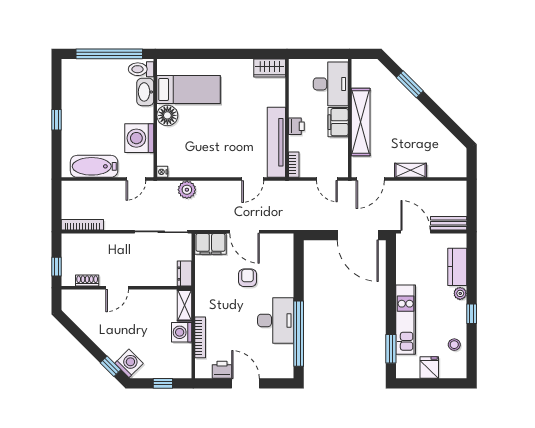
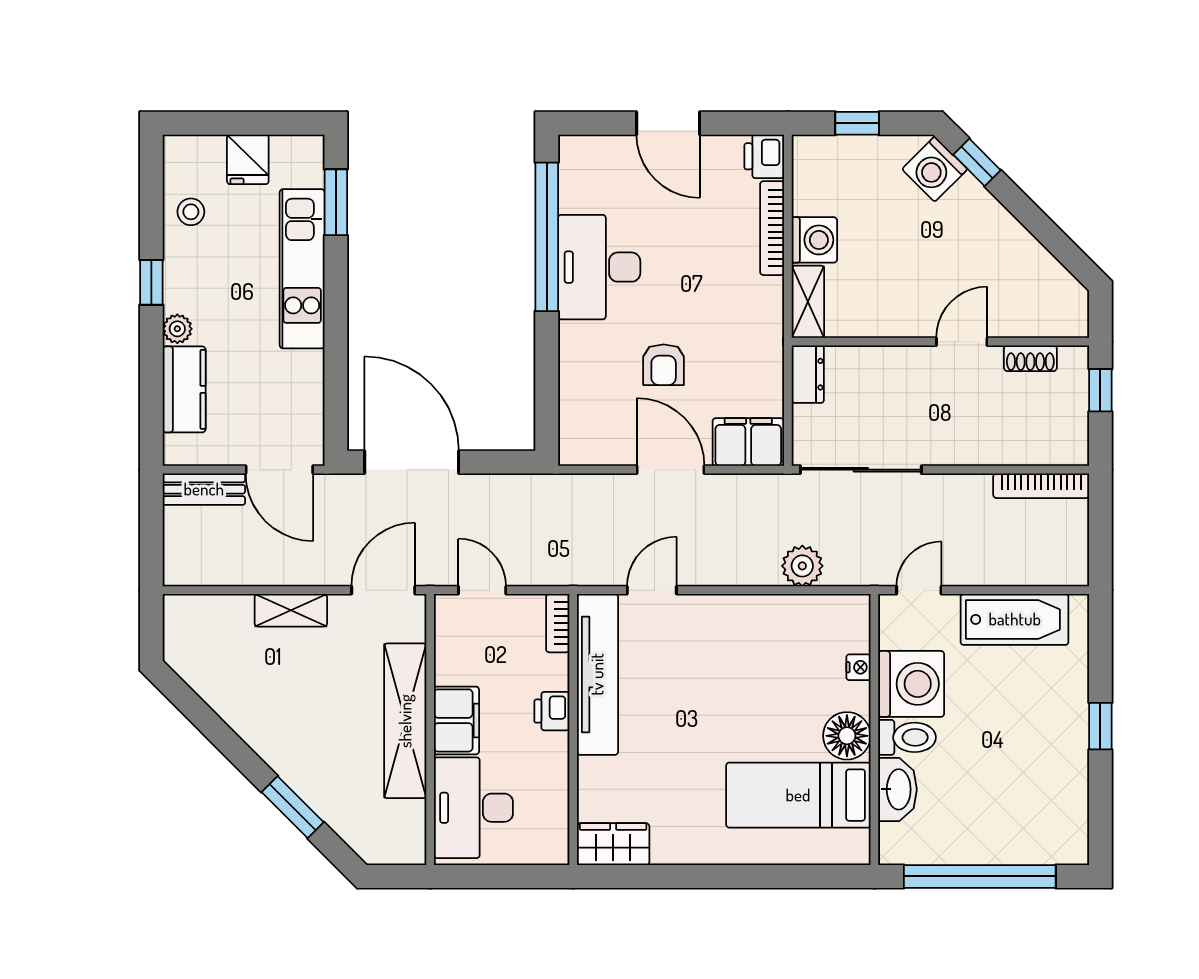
toilet: (141, 69) -> (907, 737), moved
nightstand: (162, 172) -> (858, 667), moved
printer: (222, 370) -> (764, 156), moved, turned 90

